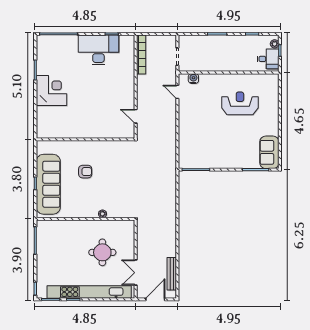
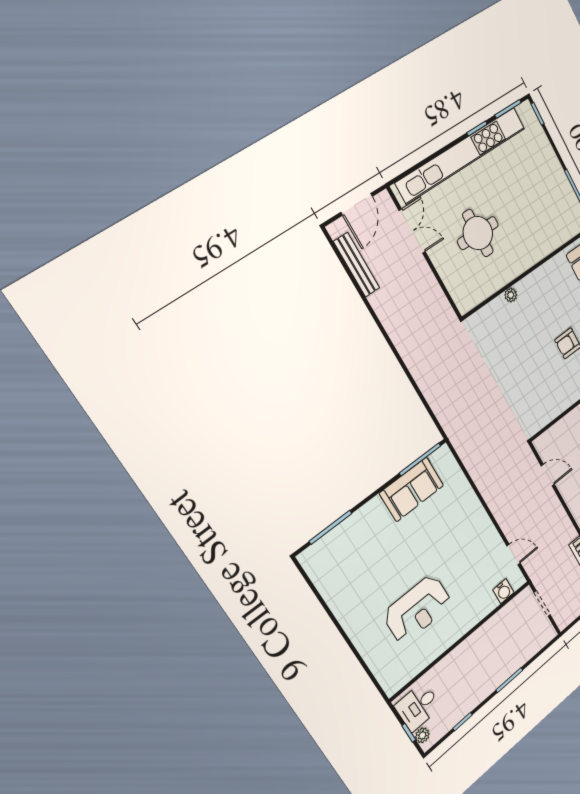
sofa: (269, 152) -> (412, 489), moved, turned 90

